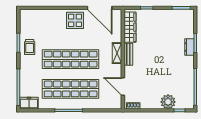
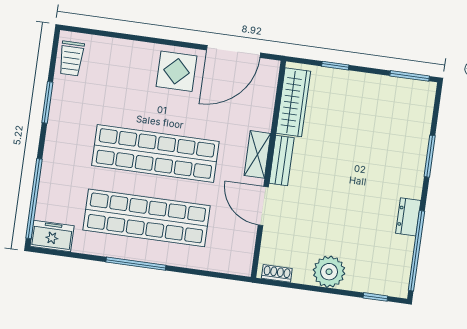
door: (100, 8) -> (234, 51), hinge flipped
trolley: (30, 47) -> (71, 58), moved
dresser: (189, 47) -> (408, 217), moved
door: (123, 86) -> (263, 206), moved
plant: (168, 102) -> (329, 272), moved

